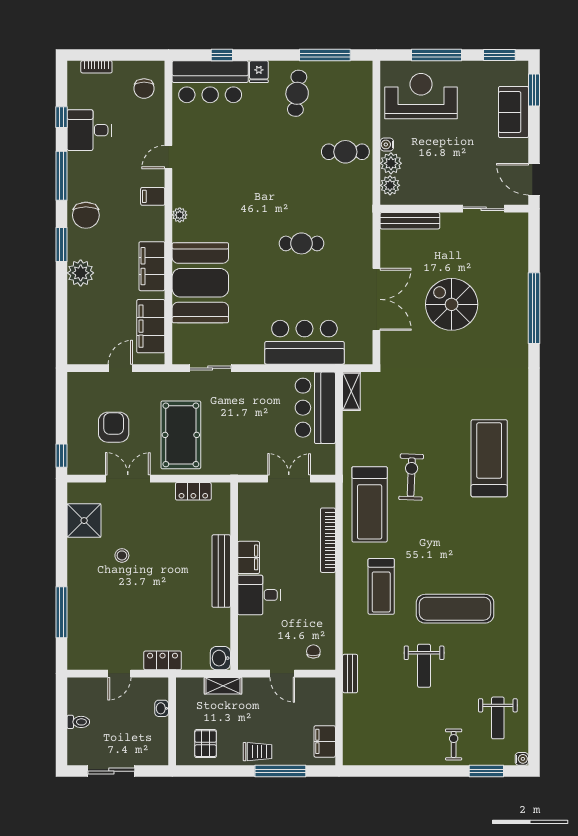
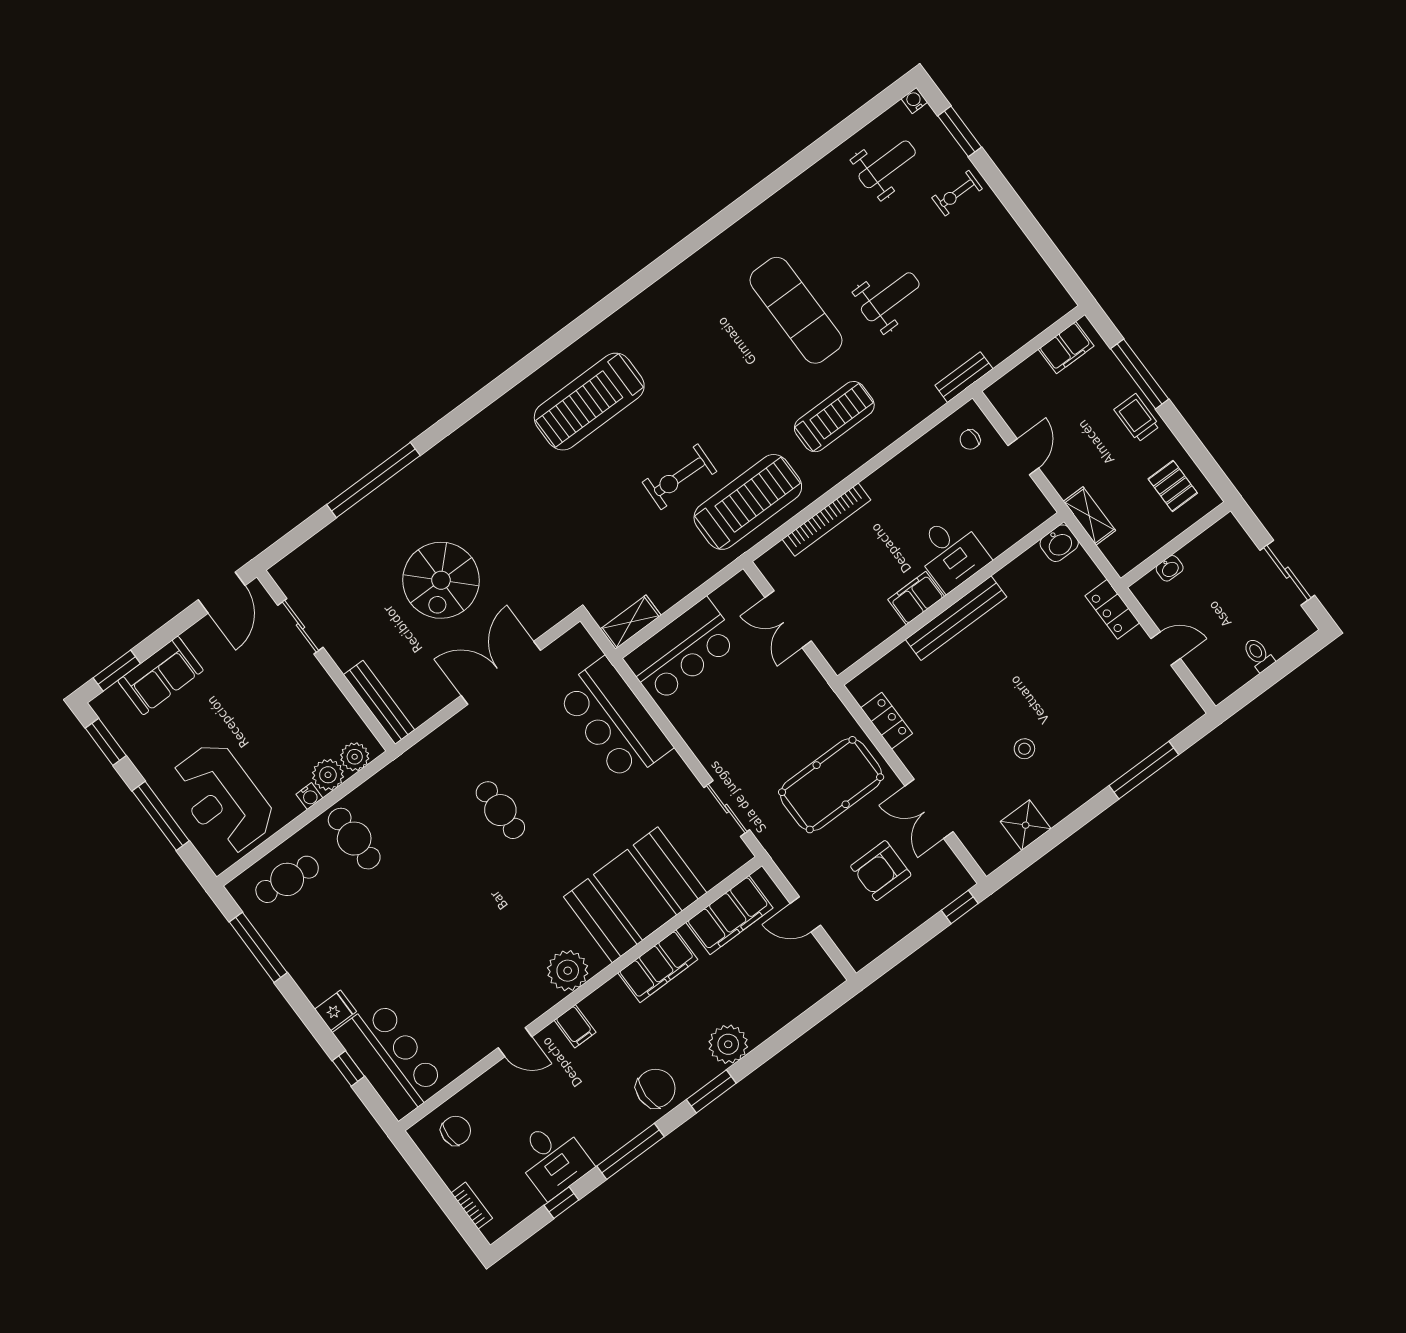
cafe table: (297, 93) -> (287, 879), moved
plant: (180, 215) -> (568, 971), width x1.88, depth x1.88
shower: (84, 521) -> (1026, 825), width x0.73, depth x0.73
pallet: (206, 744) -> (1173, 486), turned 90

